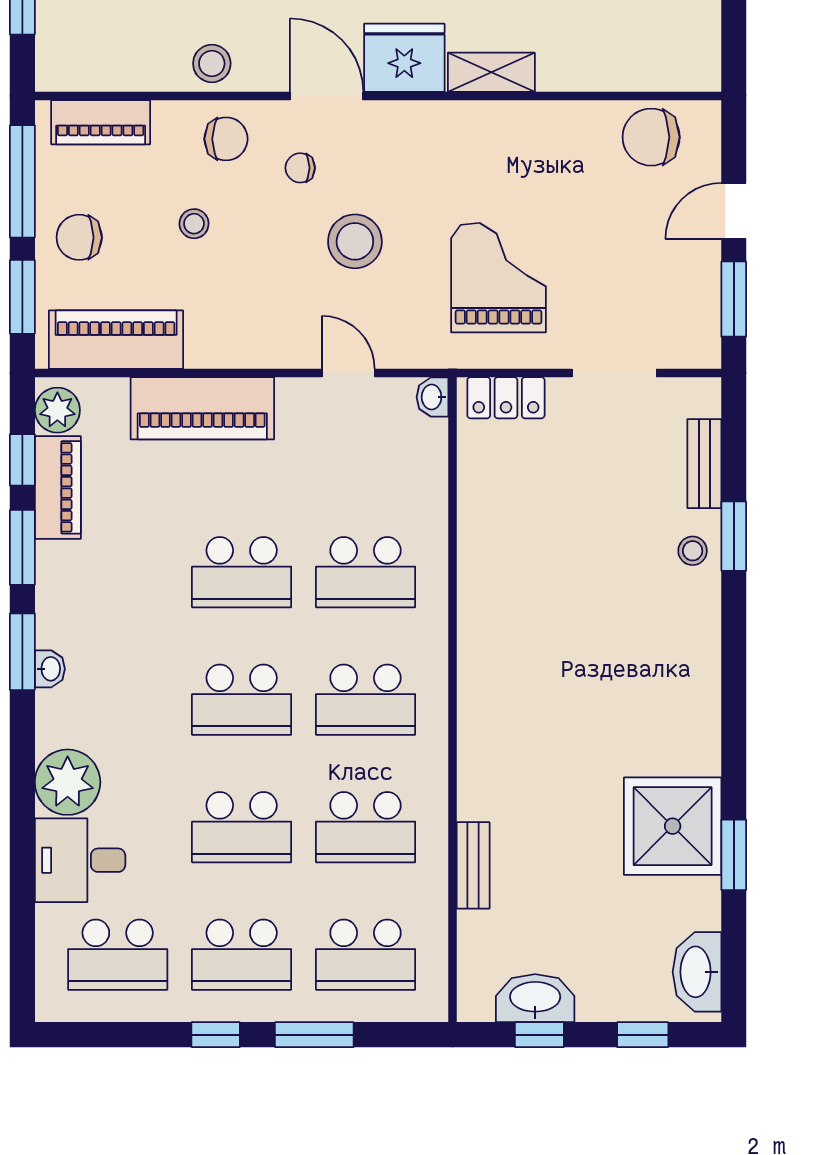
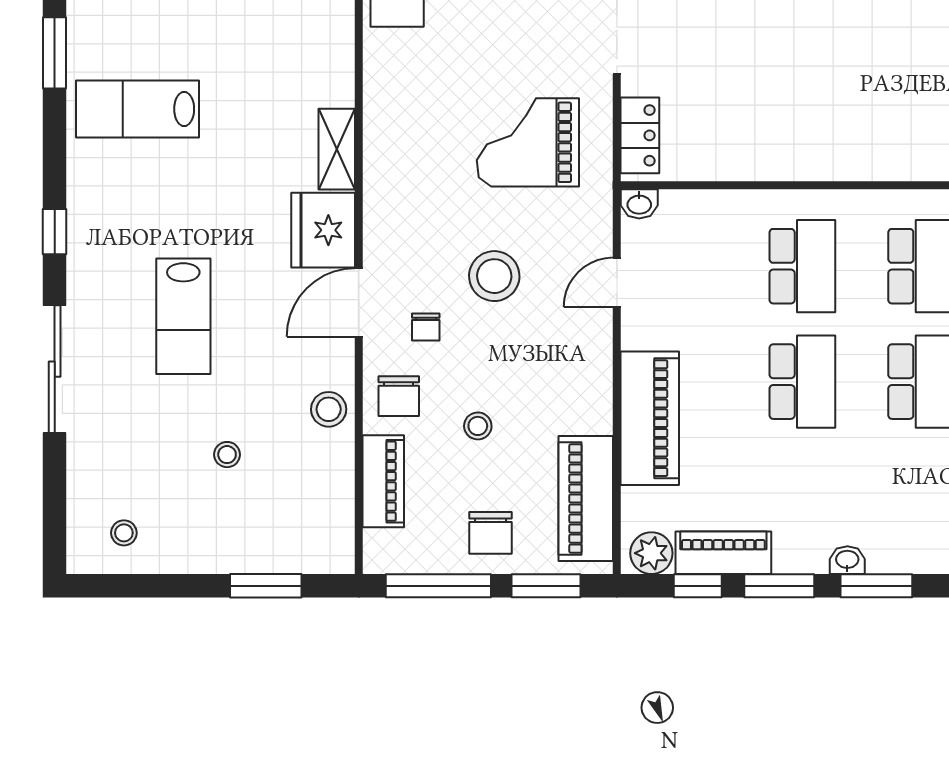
piano: (101, 122) -> (383, 481), moved
chair: (226, 139) -> (399, 396), turned 180
washbasin: (50, 669) -> (847, 560), moved

